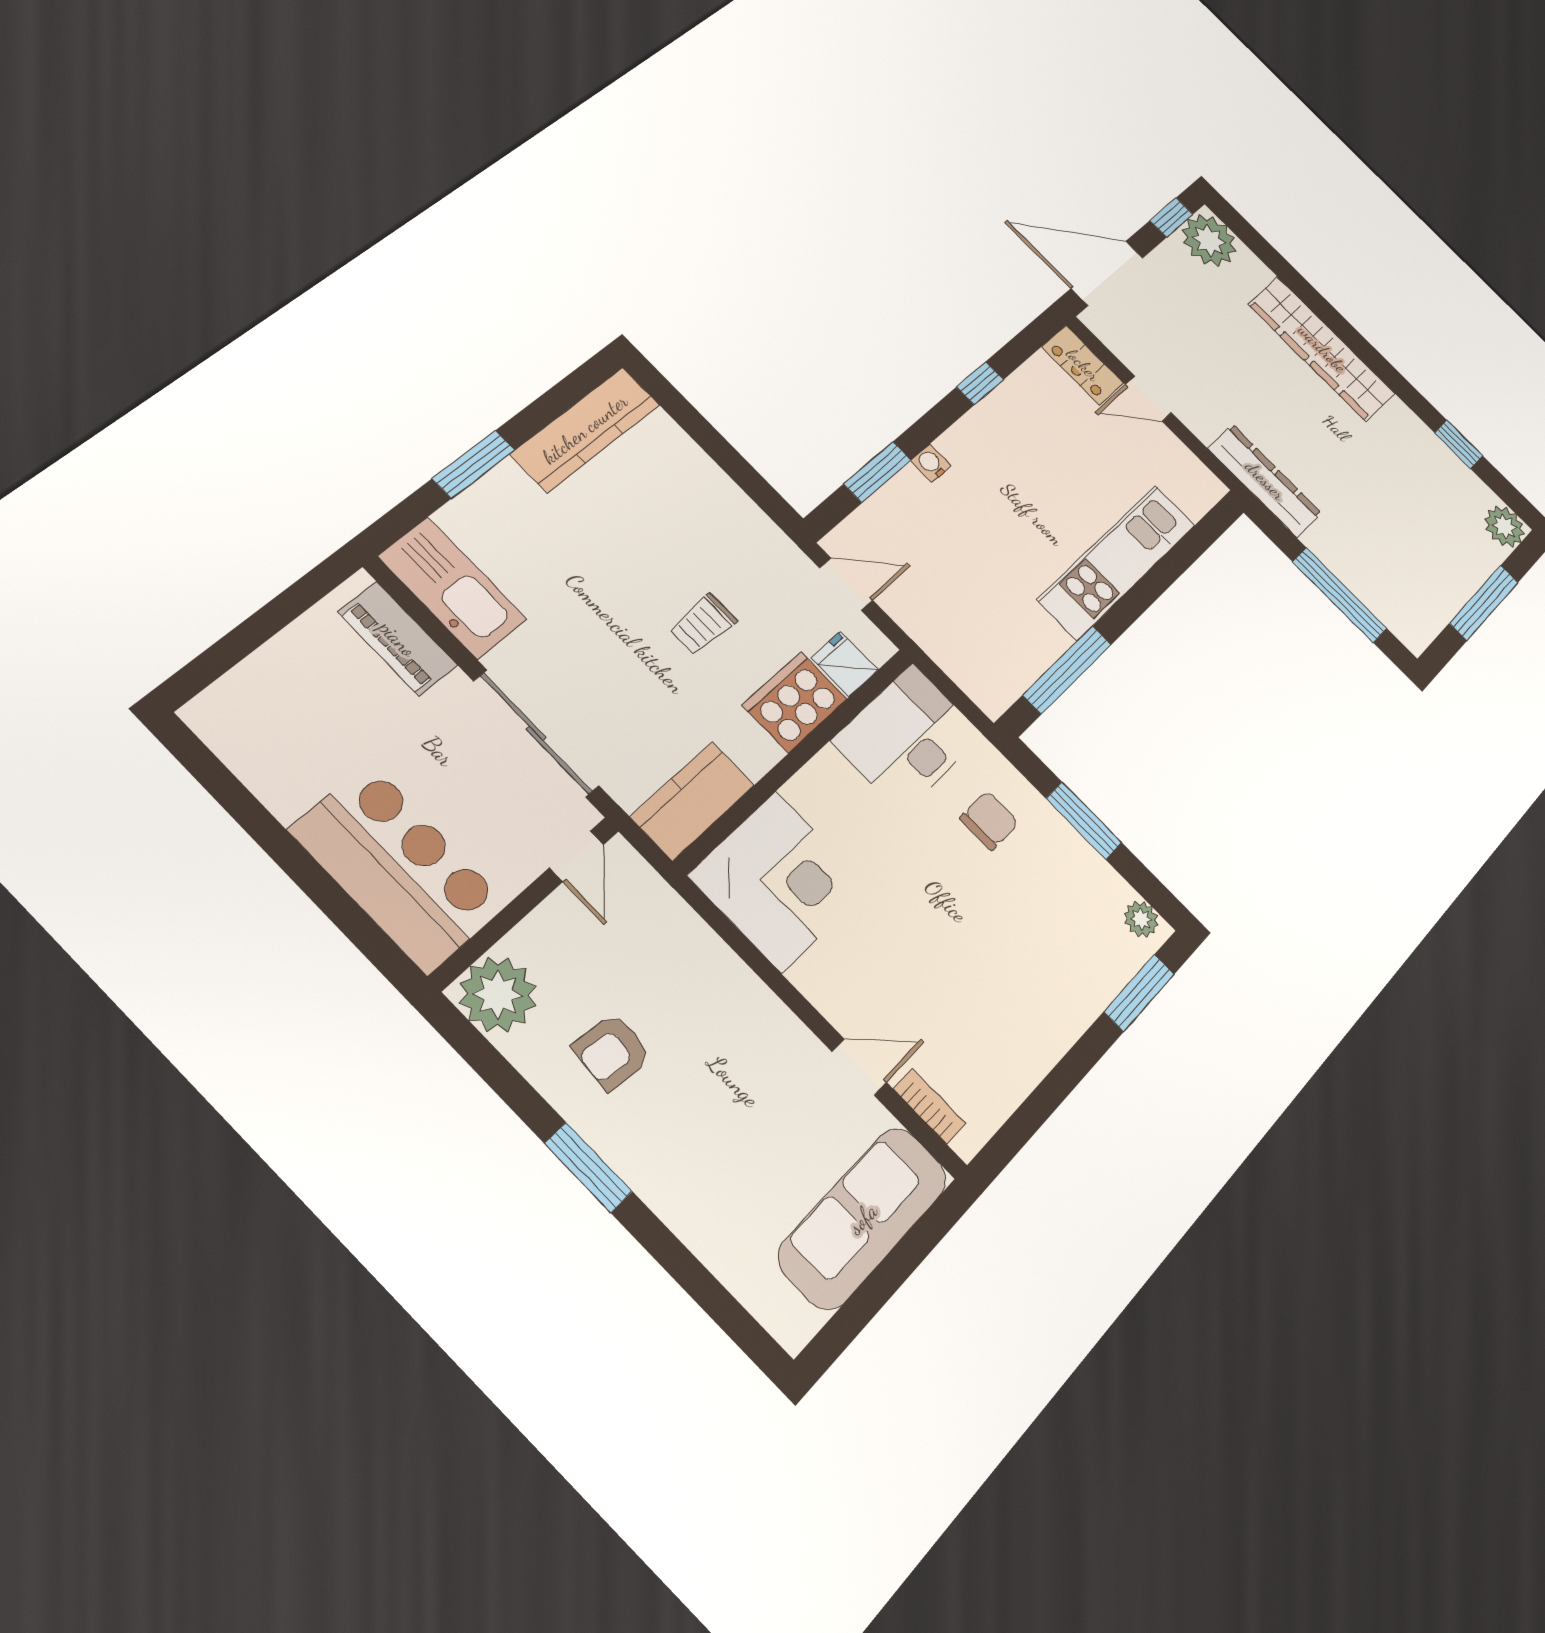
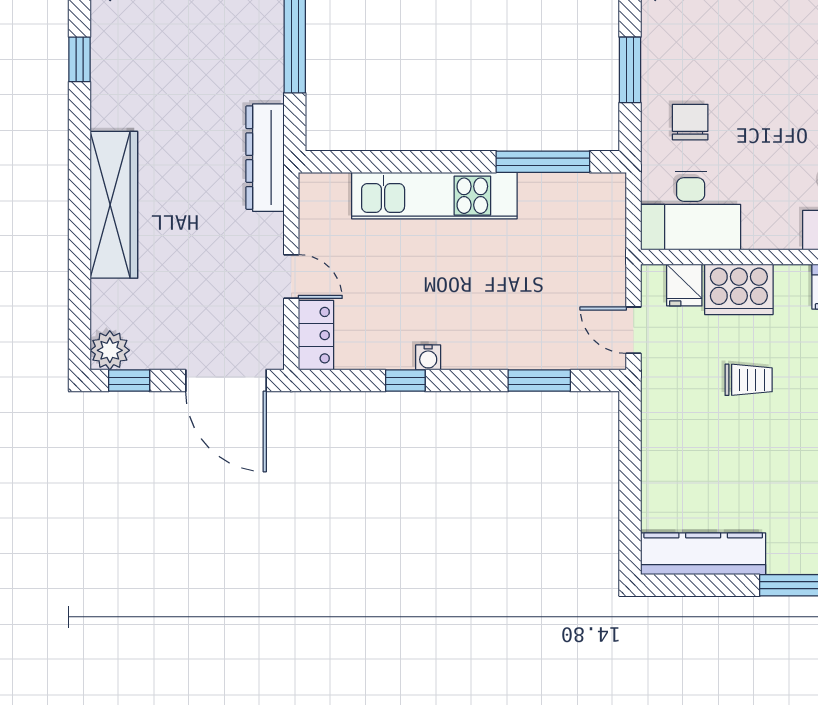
plant: (1209, 240) -> (110, 350), width x0.73, depth x0.73
water cooler: (931, 463) -> (428, 357), moved
chair: (989, 820) -> (690, 122), turned 90

